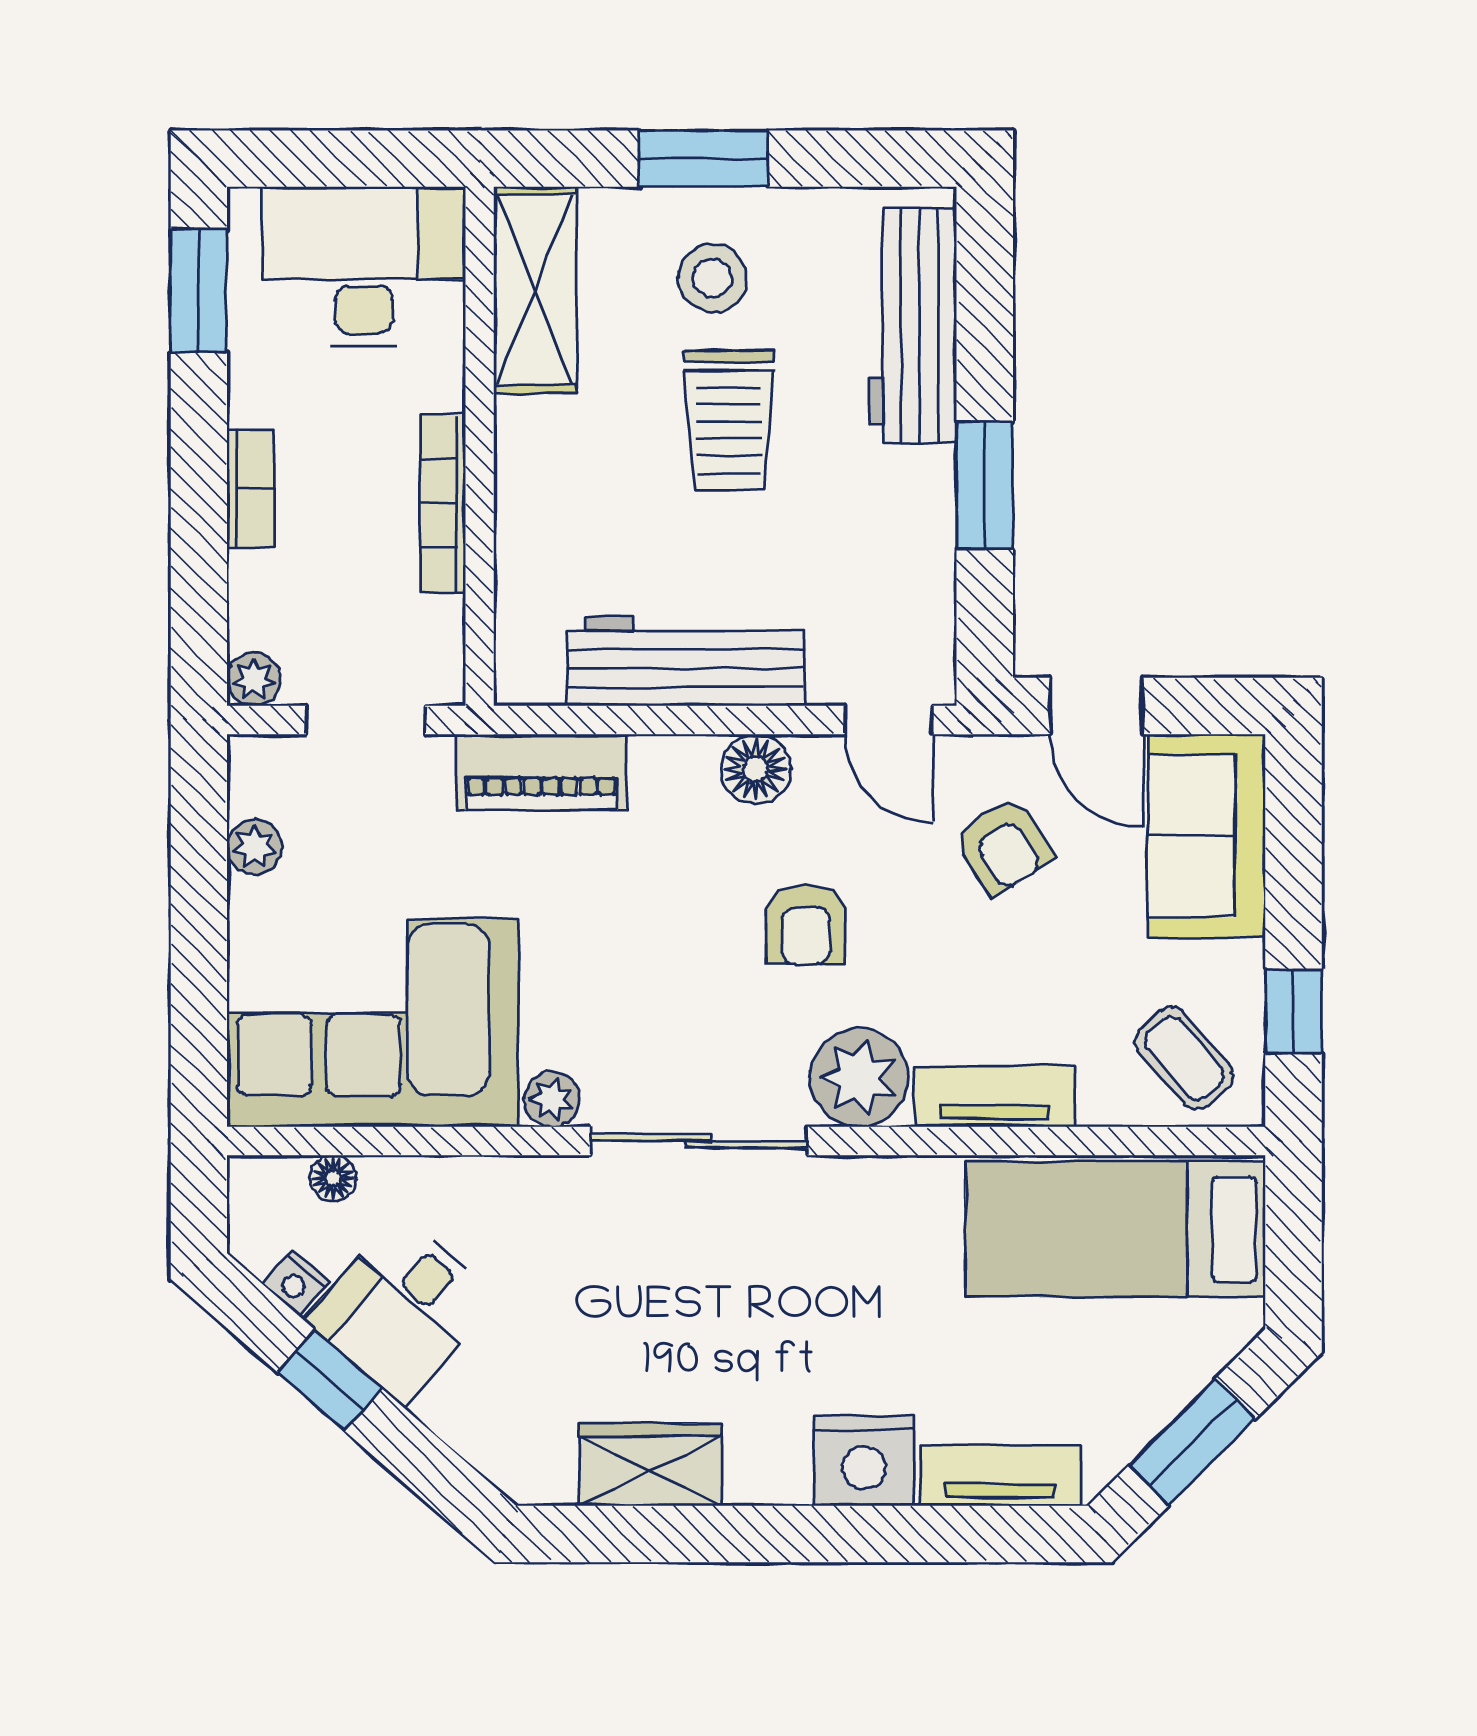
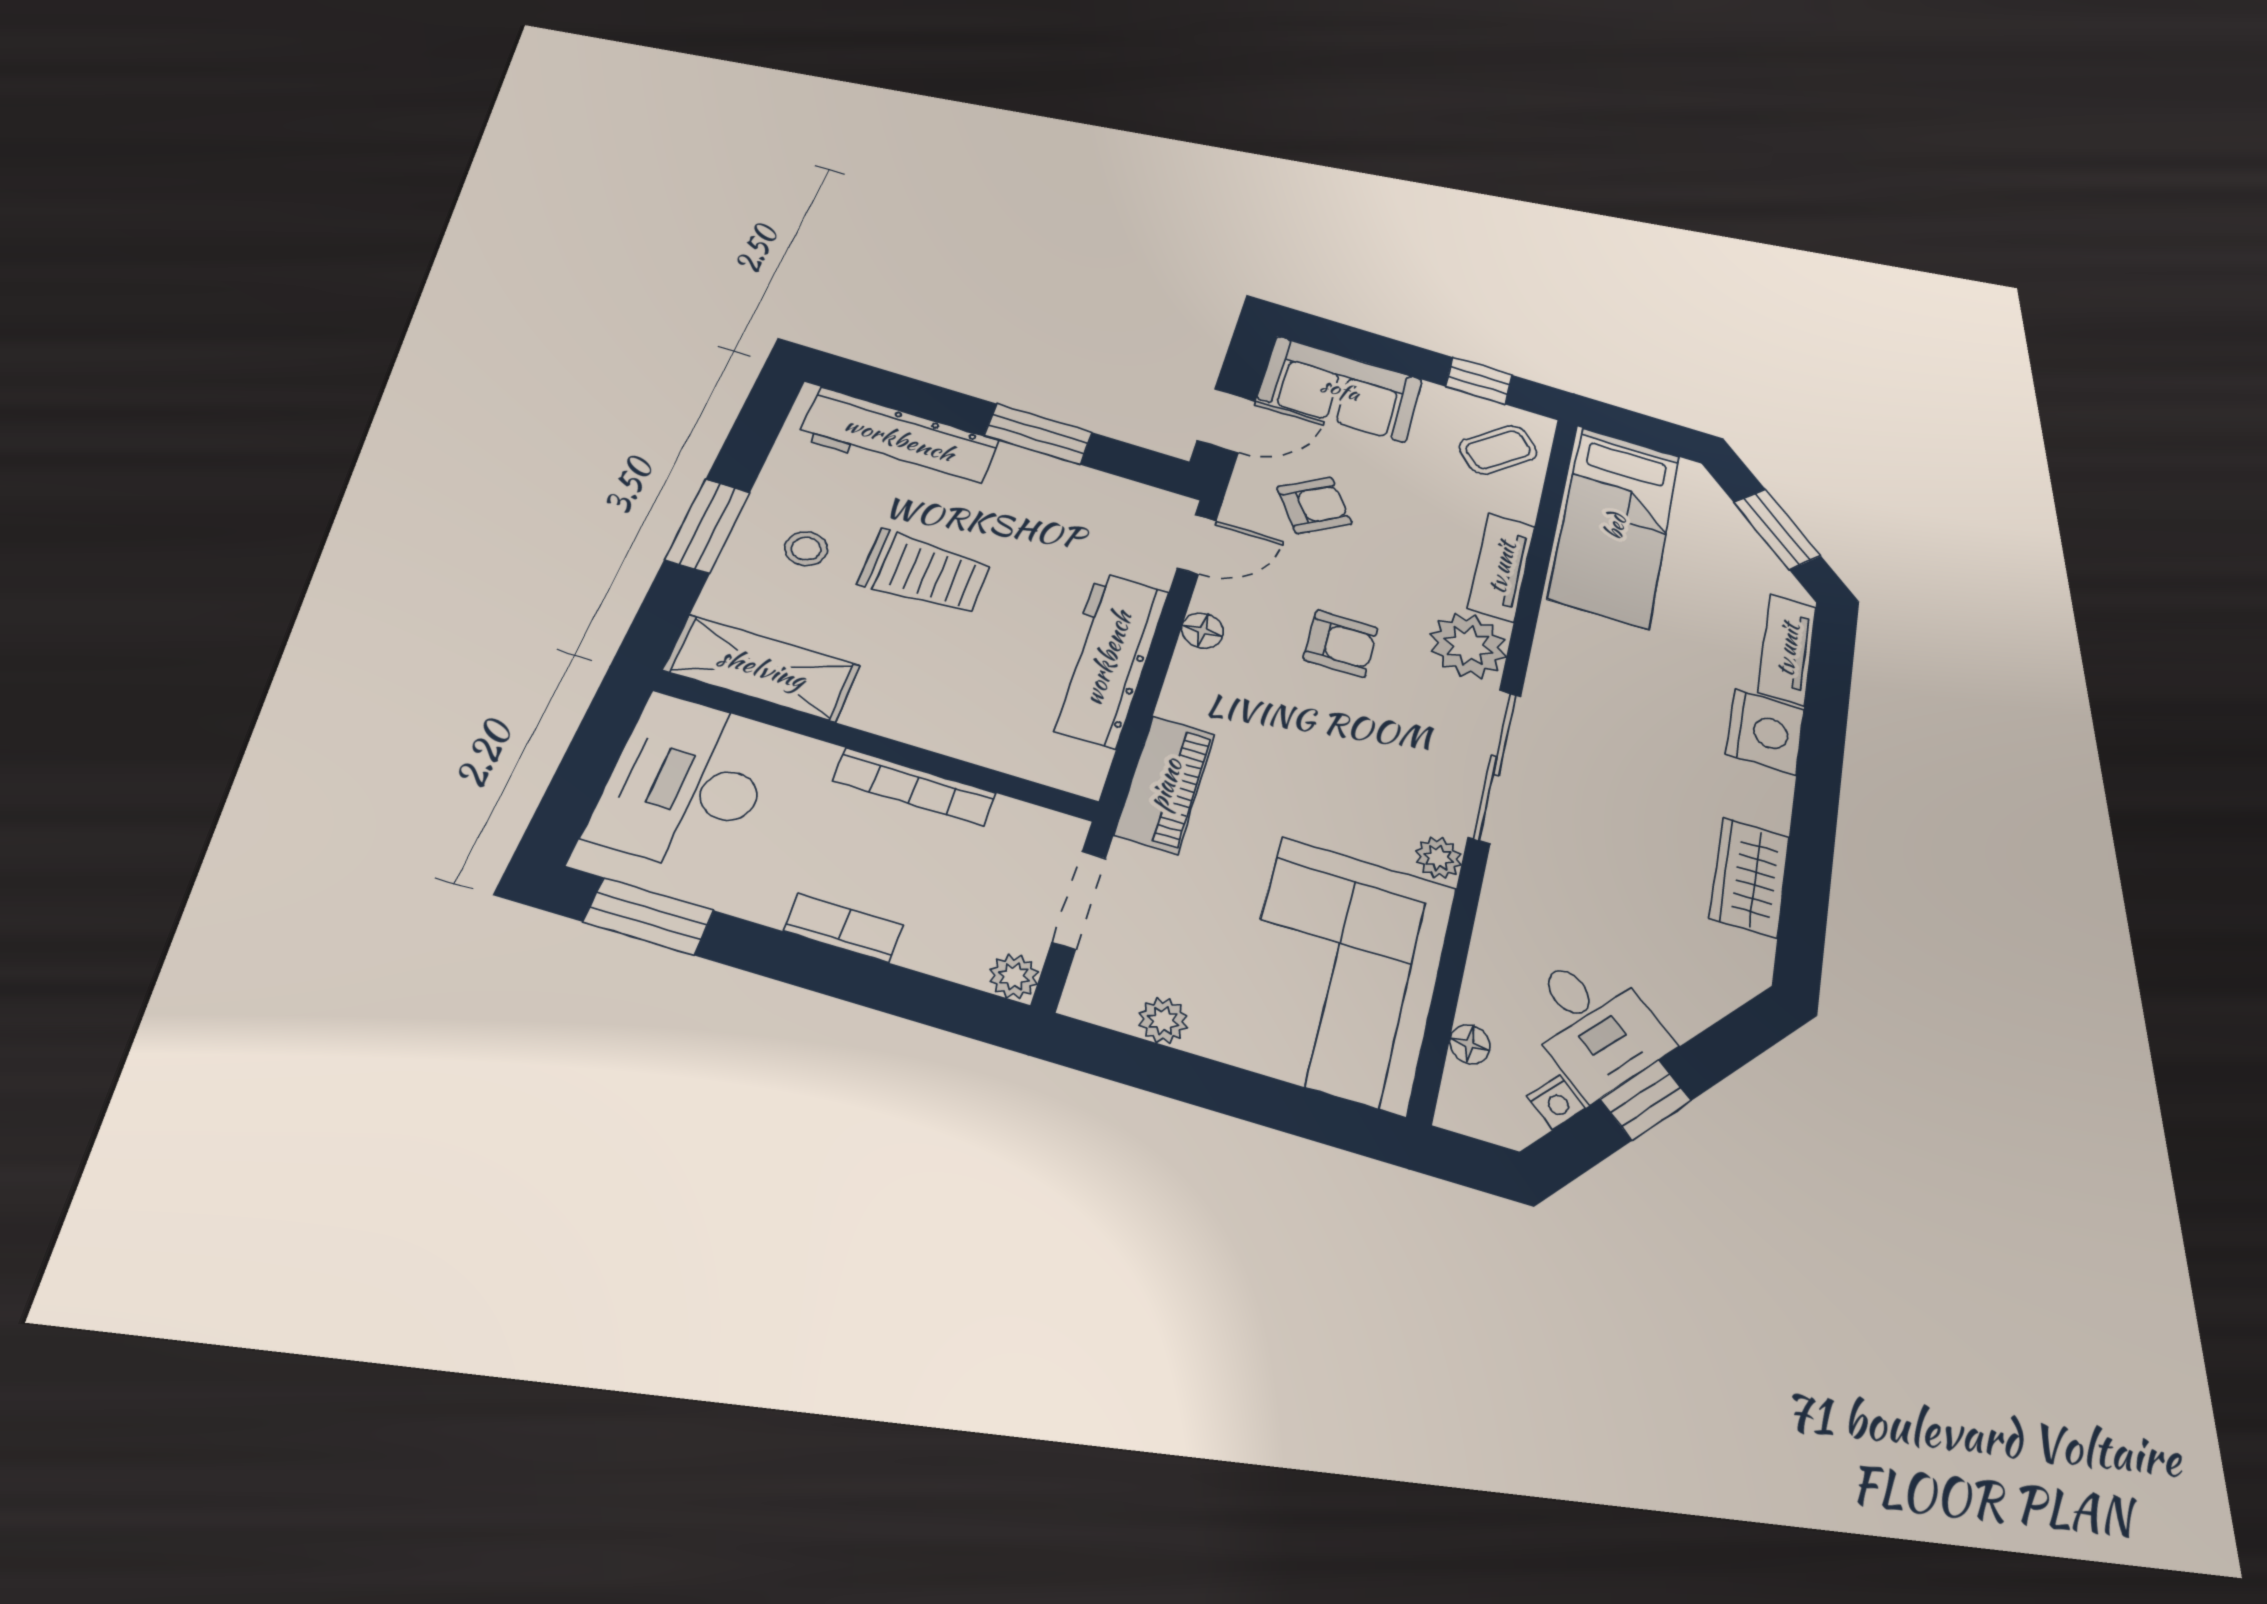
stool: (713, 278) -> (806, 549), width x0.73, depth x0.73
floor lamp: (756, 769) -> (1203, 631), width x0.73, depth x0.73

